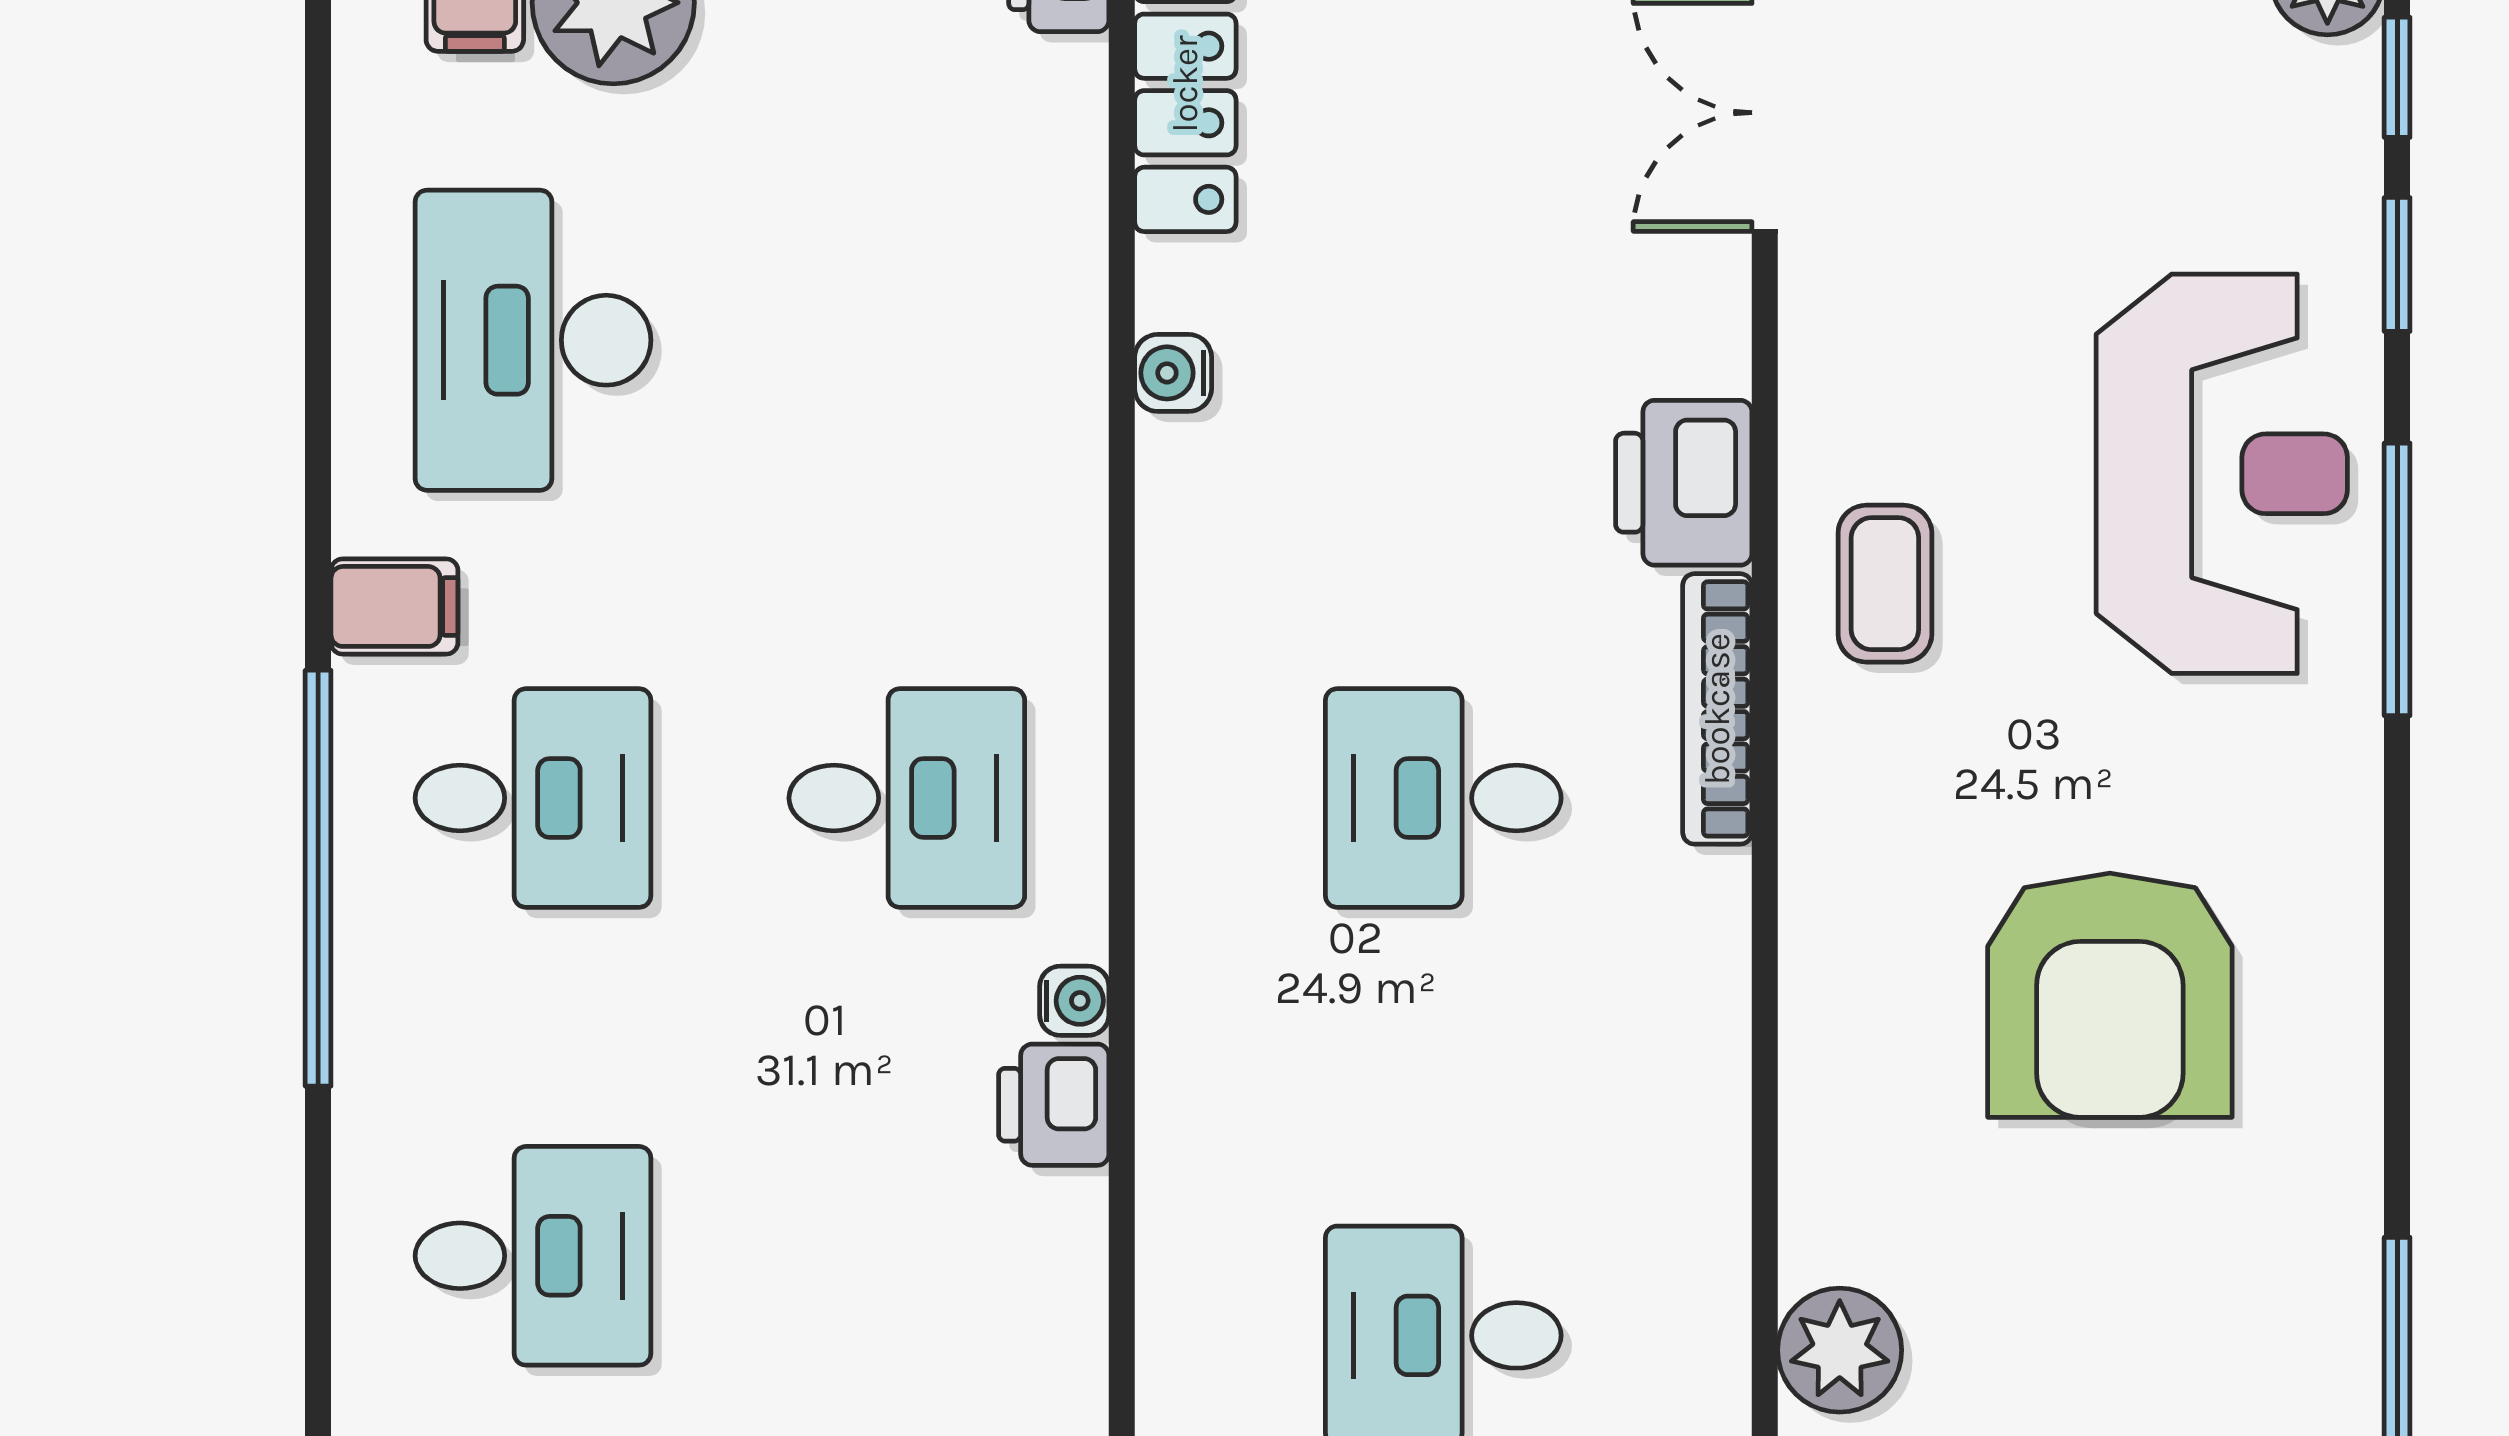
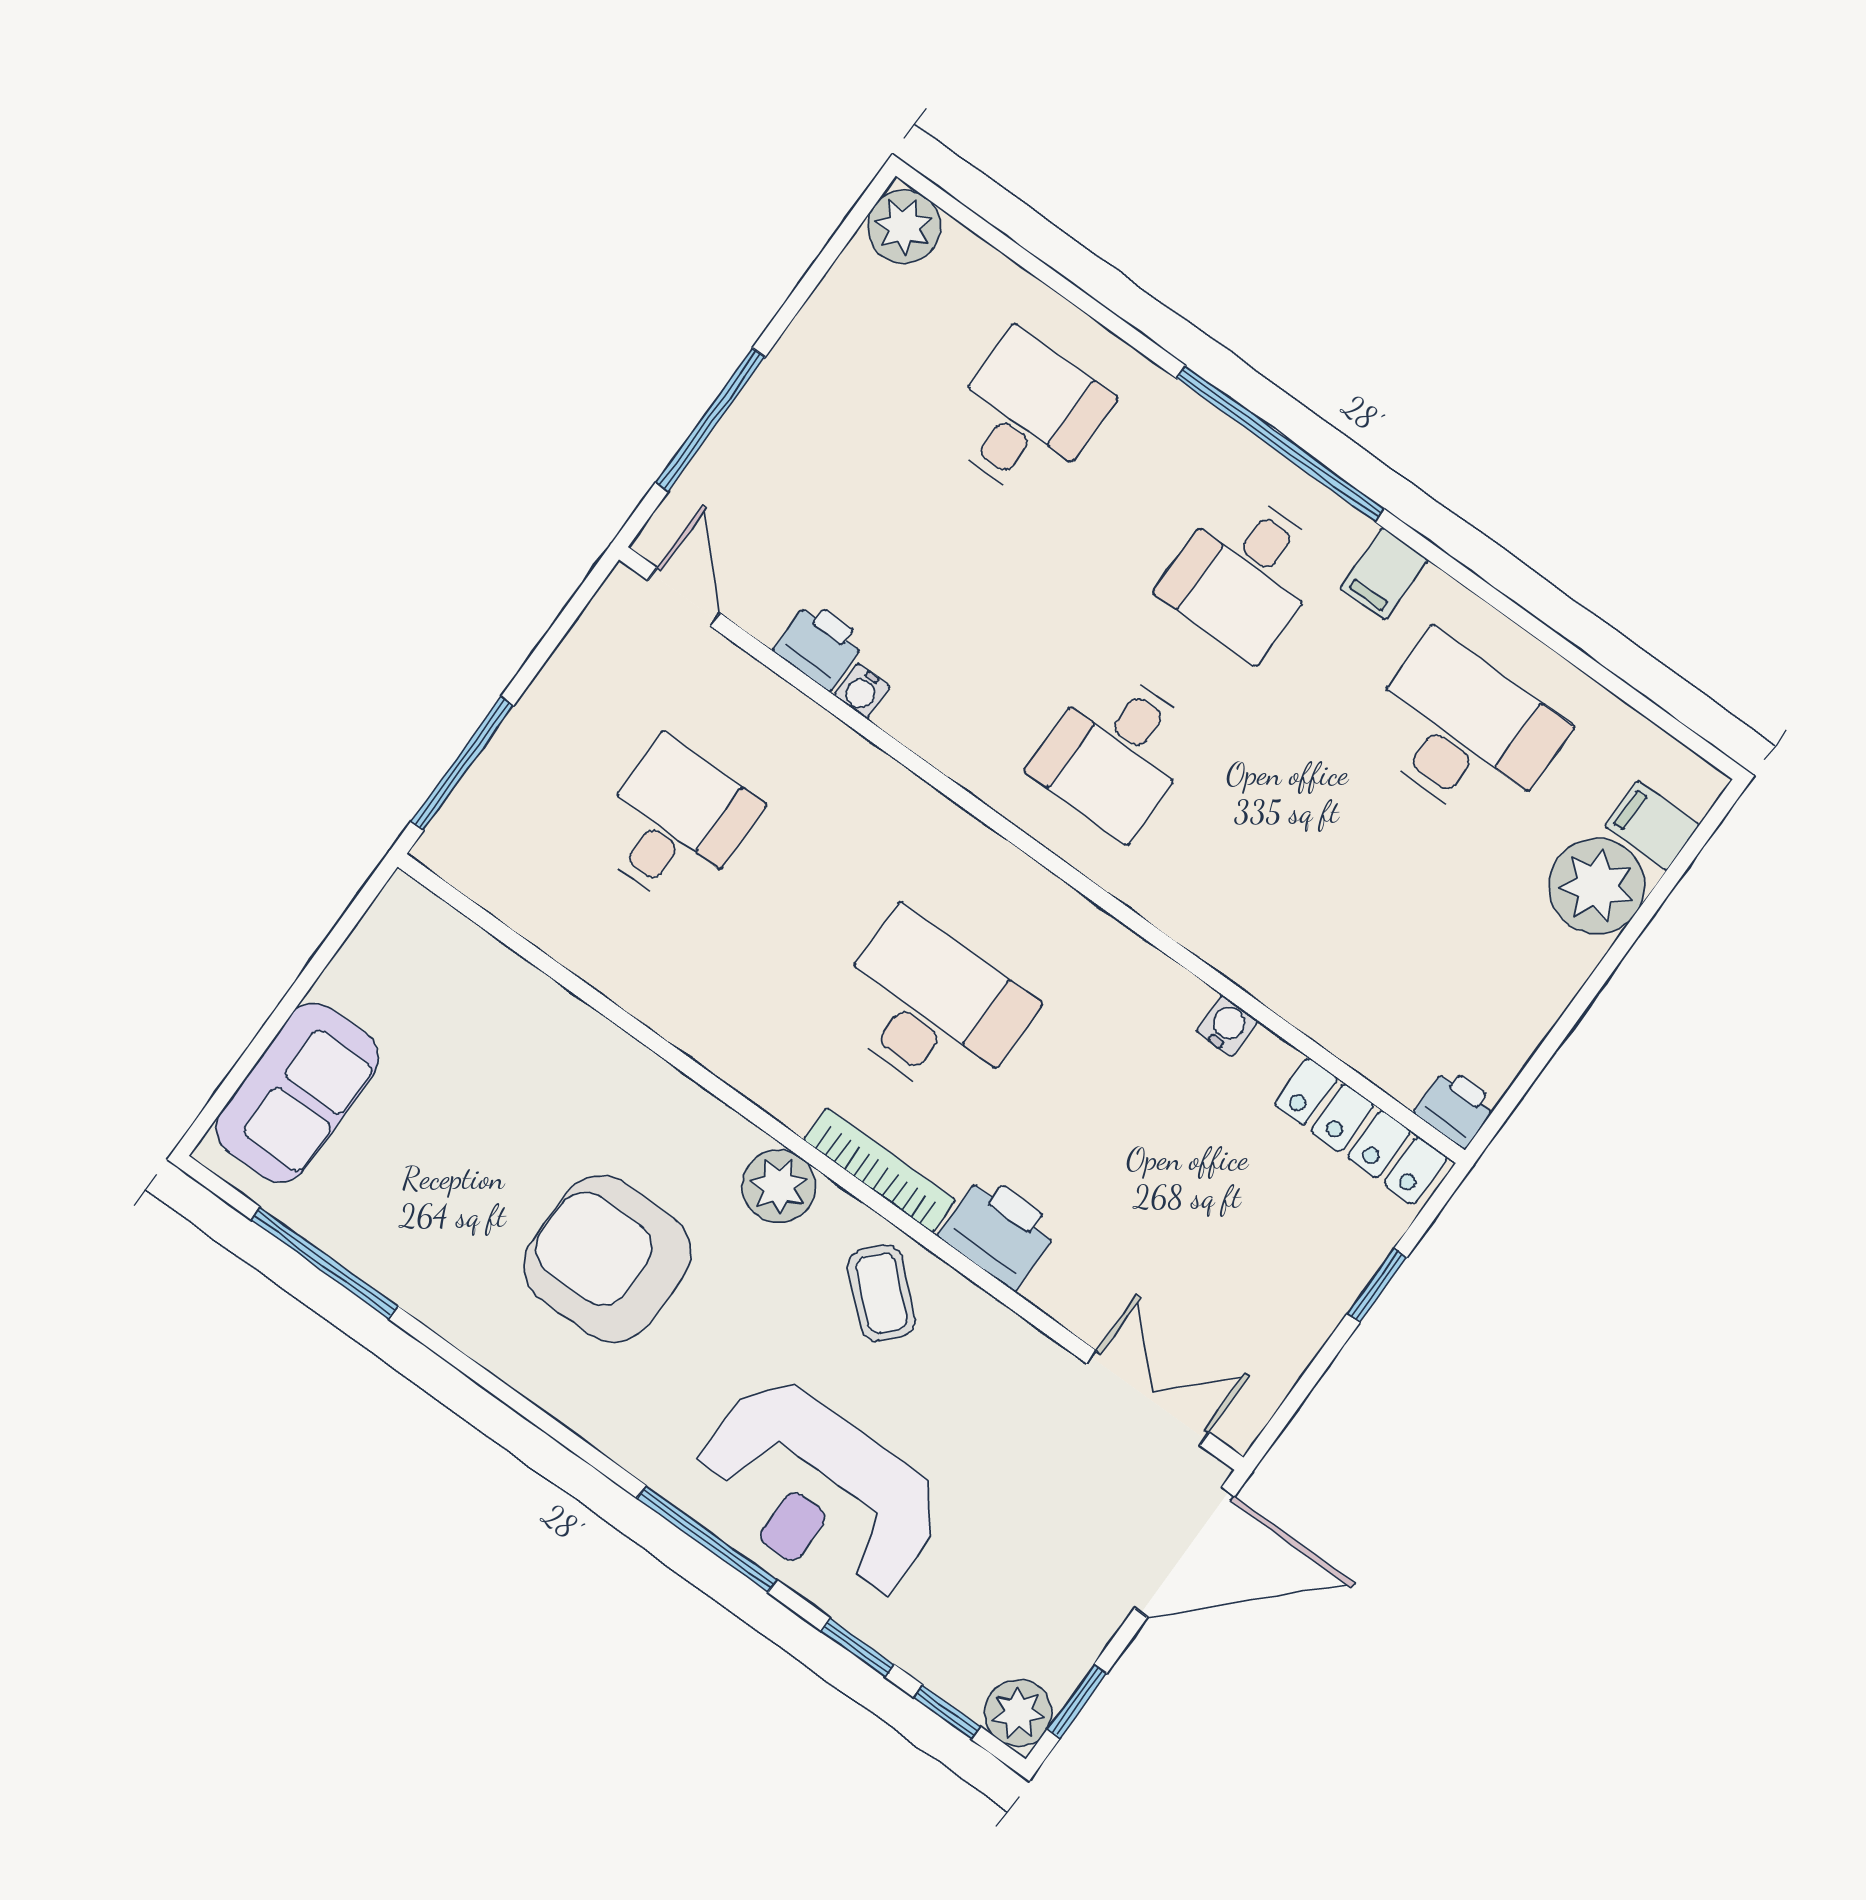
coffee table: (1885, 584) -> (881, 1293), turned 42
desk: (1443, 798) -> (931, 1008), width x1.37
water cooler: (1074, 1001) -> (862, 691), moved
printer: (1054, 1105) -> (820, 645), moved
desk: (533, 1256) -> (1026, 416), turned 180
plant: (1840, 1350) -> (779, 1186), moved

